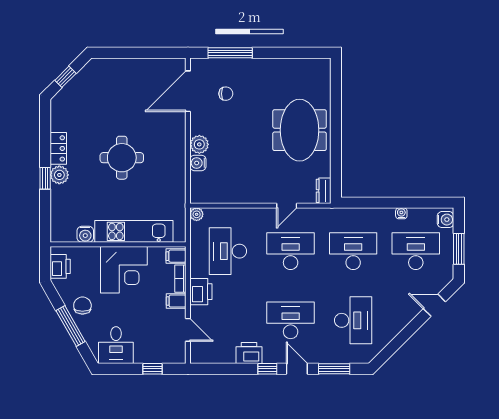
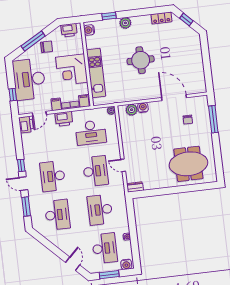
door: (188, 91) -> (174, 98), moved
meeting table: (300, 130) -> (188, 164), moved
plant: (199, 144) -> (132, 110), moved
locker: (58, 148) -> (161, 18), moved
window: (45, 178) -> (109, 16), moved
water cooler: (85, 234) -> (89, 30), moved
desk: (228, 251) -> (91, 132), turned 180
desk: (353, 251) -> (100, 210), turned 180
desk: (291, 320) -> (53, 176), turned 180
desk: (353, 320) -> (57, 215), turned -90
desk: (116, 345) -> (29, 79), width x1.87, depth x1.30
printer: (249, 353) -> (26, 125), moved
door: (297, 369) -> (23, 184), swing flipped

